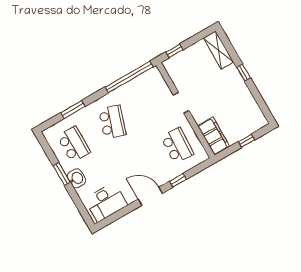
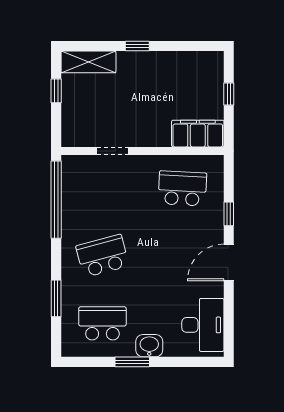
window: (174, 51) -> (56, 91), moved
doorway: (181, 103) -> (112, 151), moved
school desk: (112, 122) -> (102, 256), turned -33

